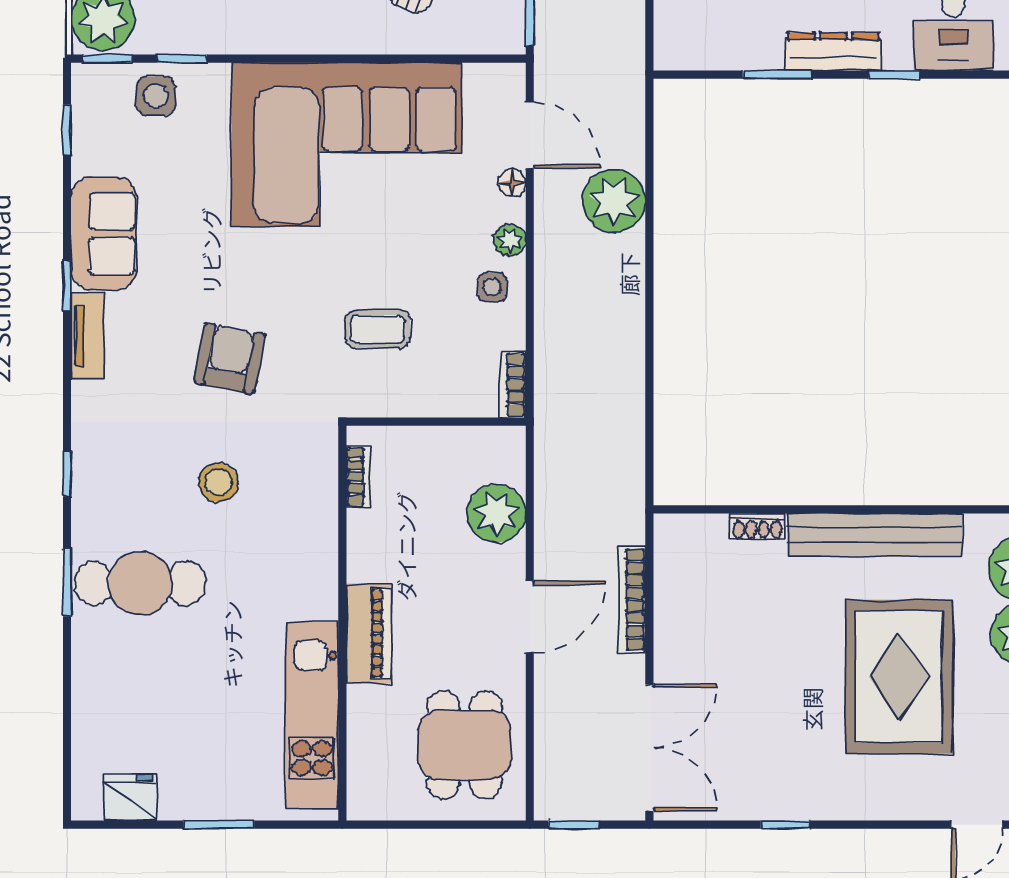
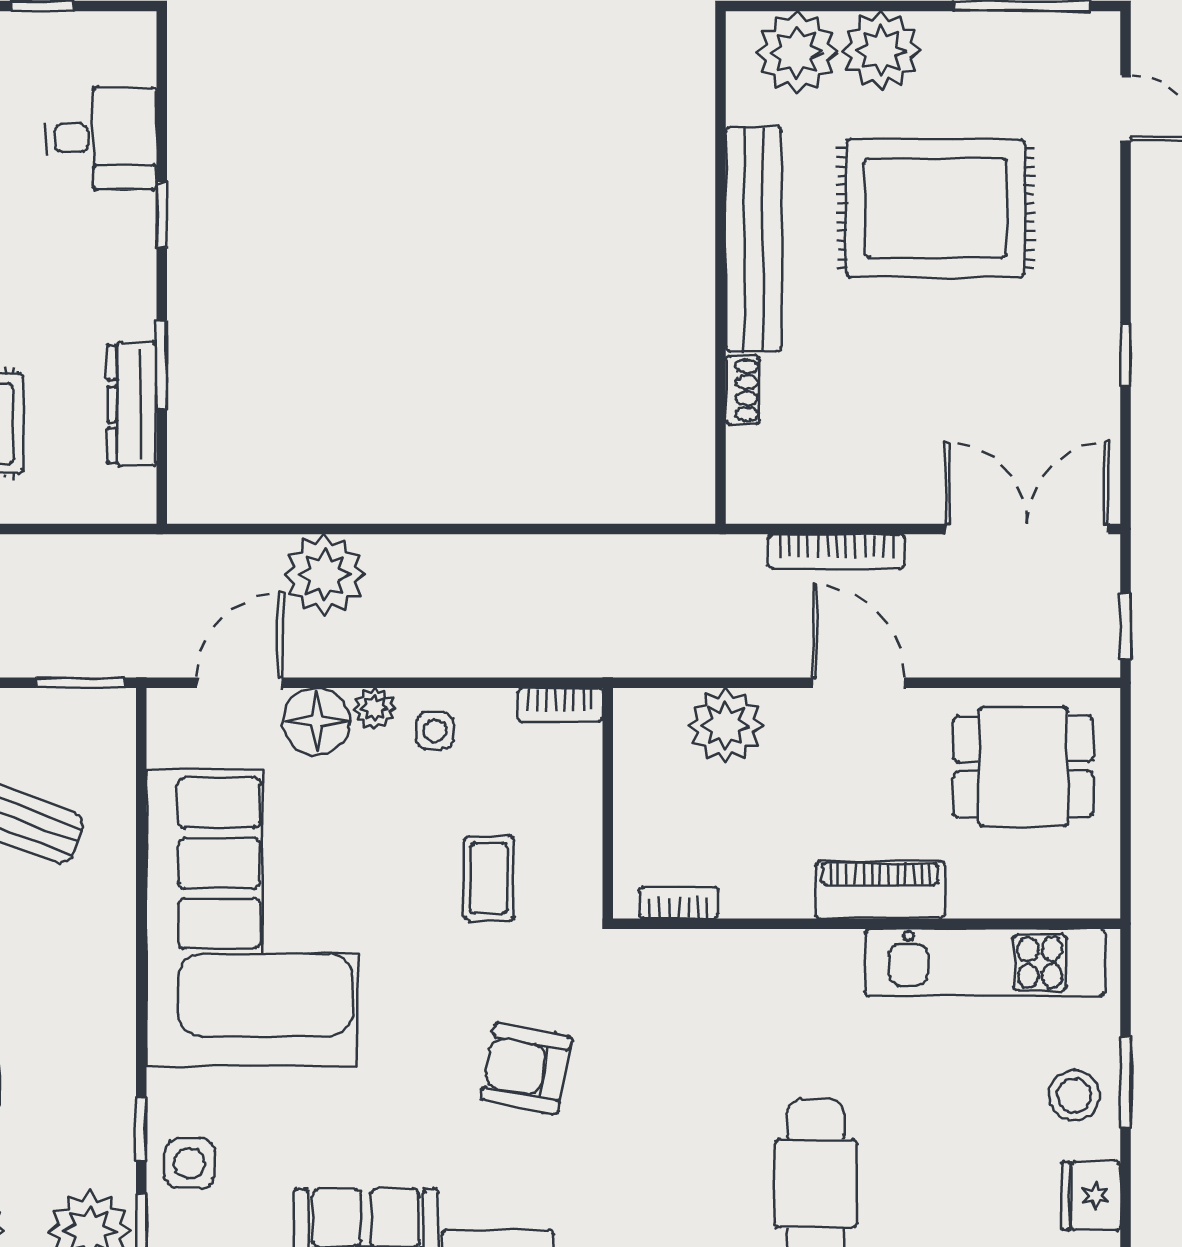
dresser: (833, 52) -> (132, 404), moved
floor lamp: (512, 183) -> (316, 721), width x1.89, depth x1.89
stool: (218, 482) -> (1075, 1096), moved

